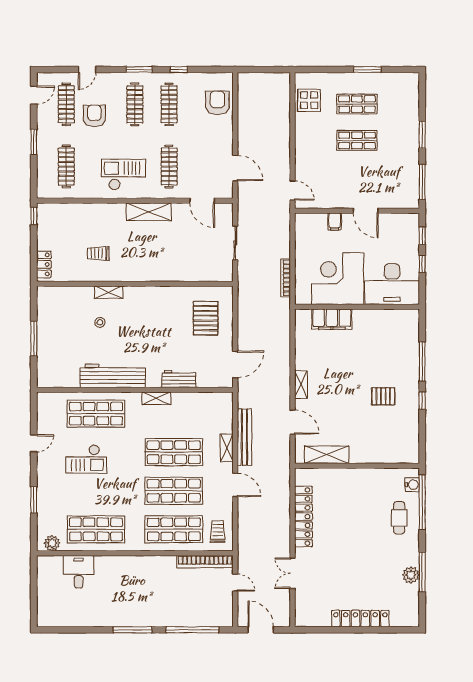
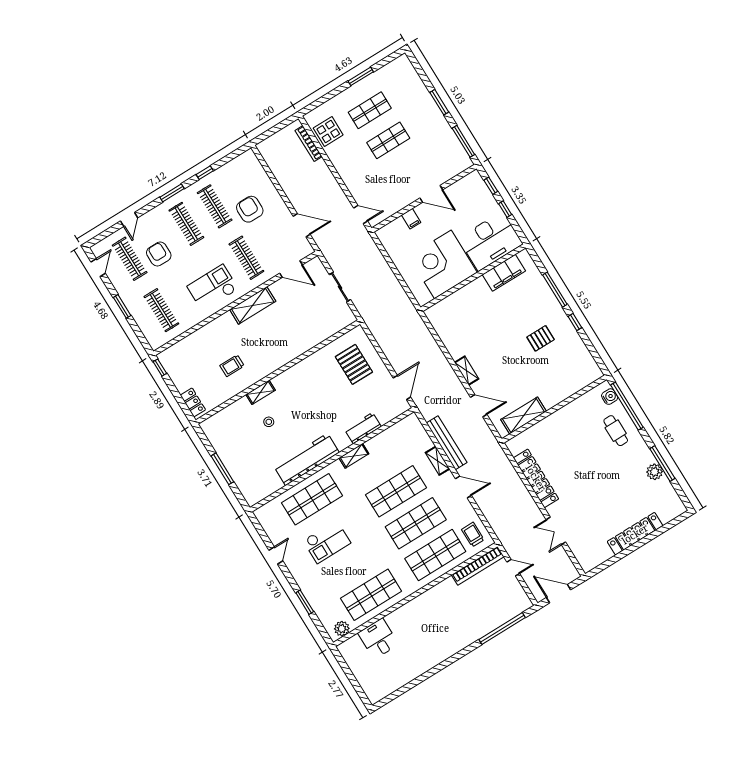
armchair: (217, 103) -> (250, 209), moved
bookcase: (285, 278) -> (309, 143), moved
filing cabinet: (332, 319) -> (504, 273), moved
window: (132, 630) -> (452, 659), removed

